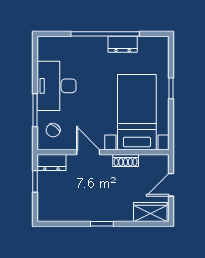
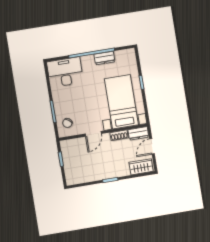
desk: (57, 86) -> (65, 72), moved, turned 90
door: (88, 152) -> (93, 134), swing flipped
dresser: (51, 162) -> (138, 133), moved

